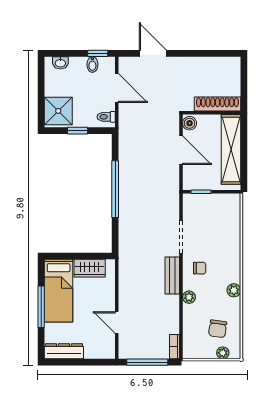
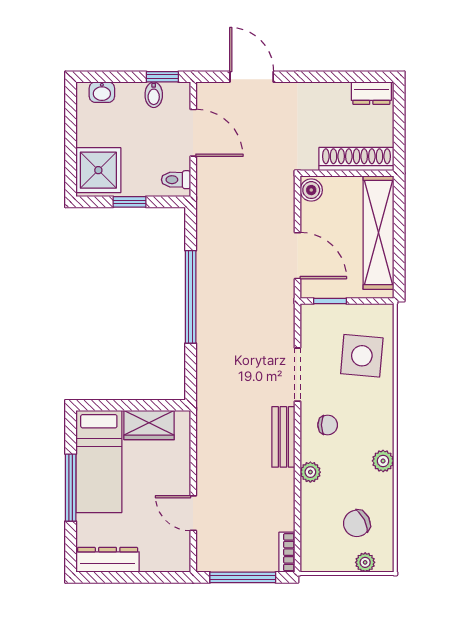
dresser: (227, 64) -> (371, 93), added
door: (181, 150) -> (298, 256), moved
side table: (221, 225) -> (362, 356), added
chair: (218, 329) -> (357, 523), turned 55

